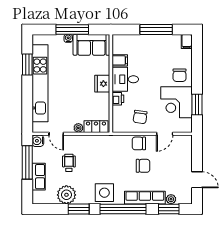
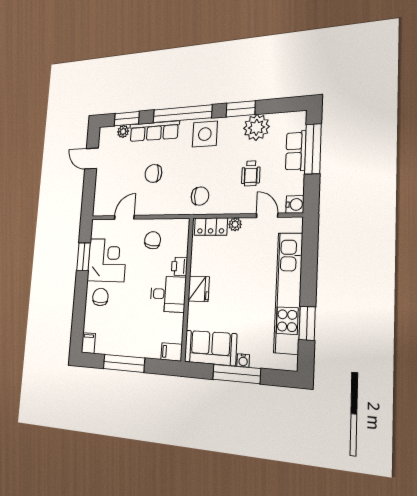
filing cabinet: (120, 60) -> (172, 352), moved
chair: (139, 143) -> (200, 196), moved
window: (27, 162) -> (313, 149), moved

